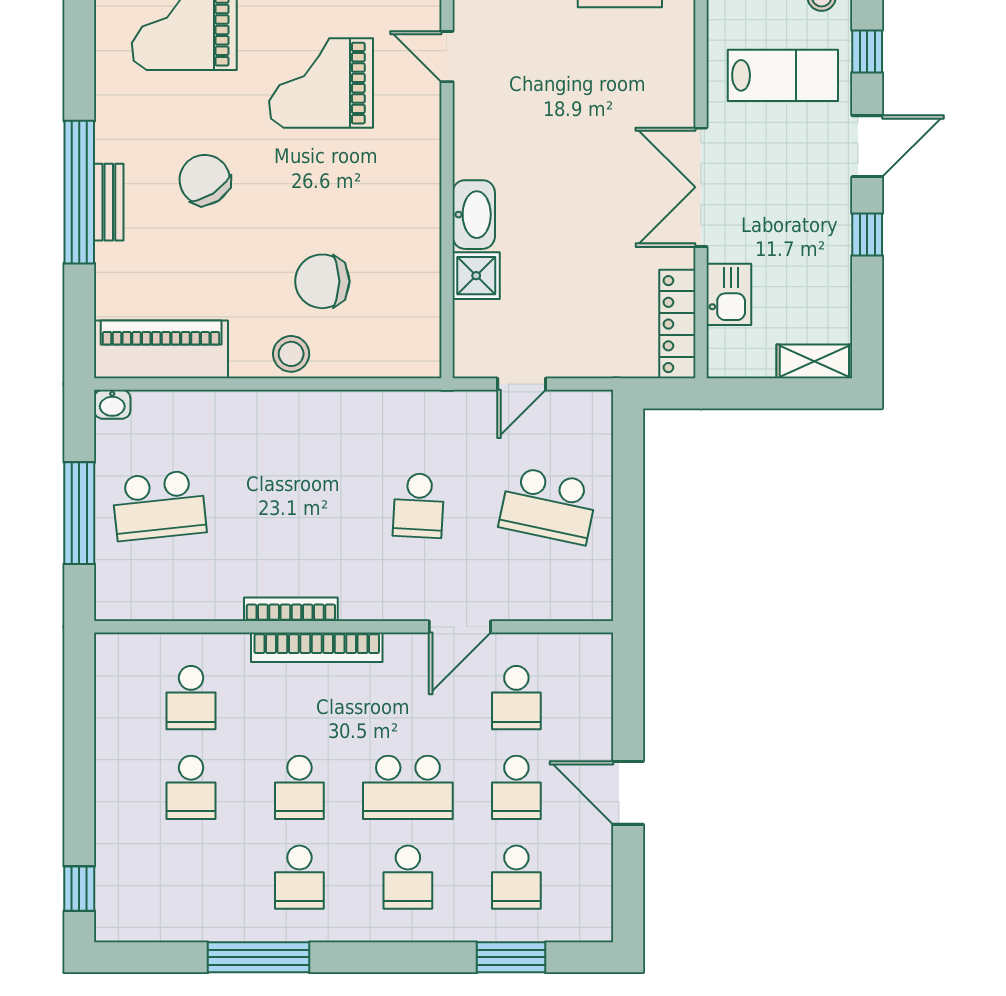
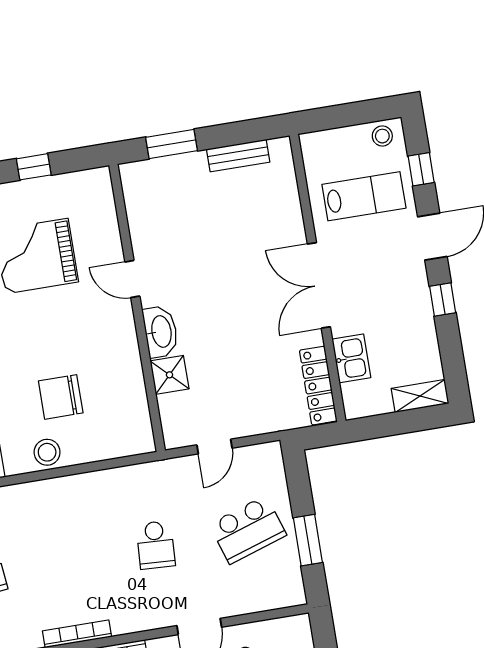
door: (447, 57) -> (132, 279), moved
school desk: (548, 505) -> (248, 530), turned -30
window: (628, 533) -> (308, 540), added

